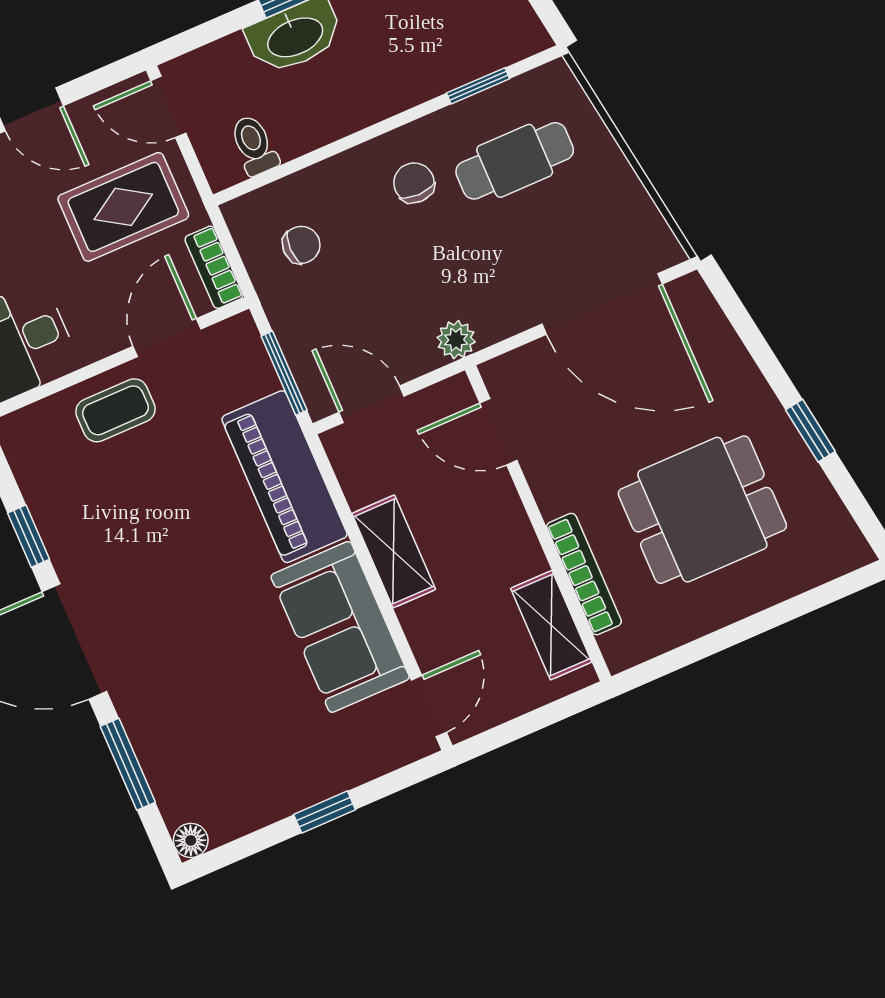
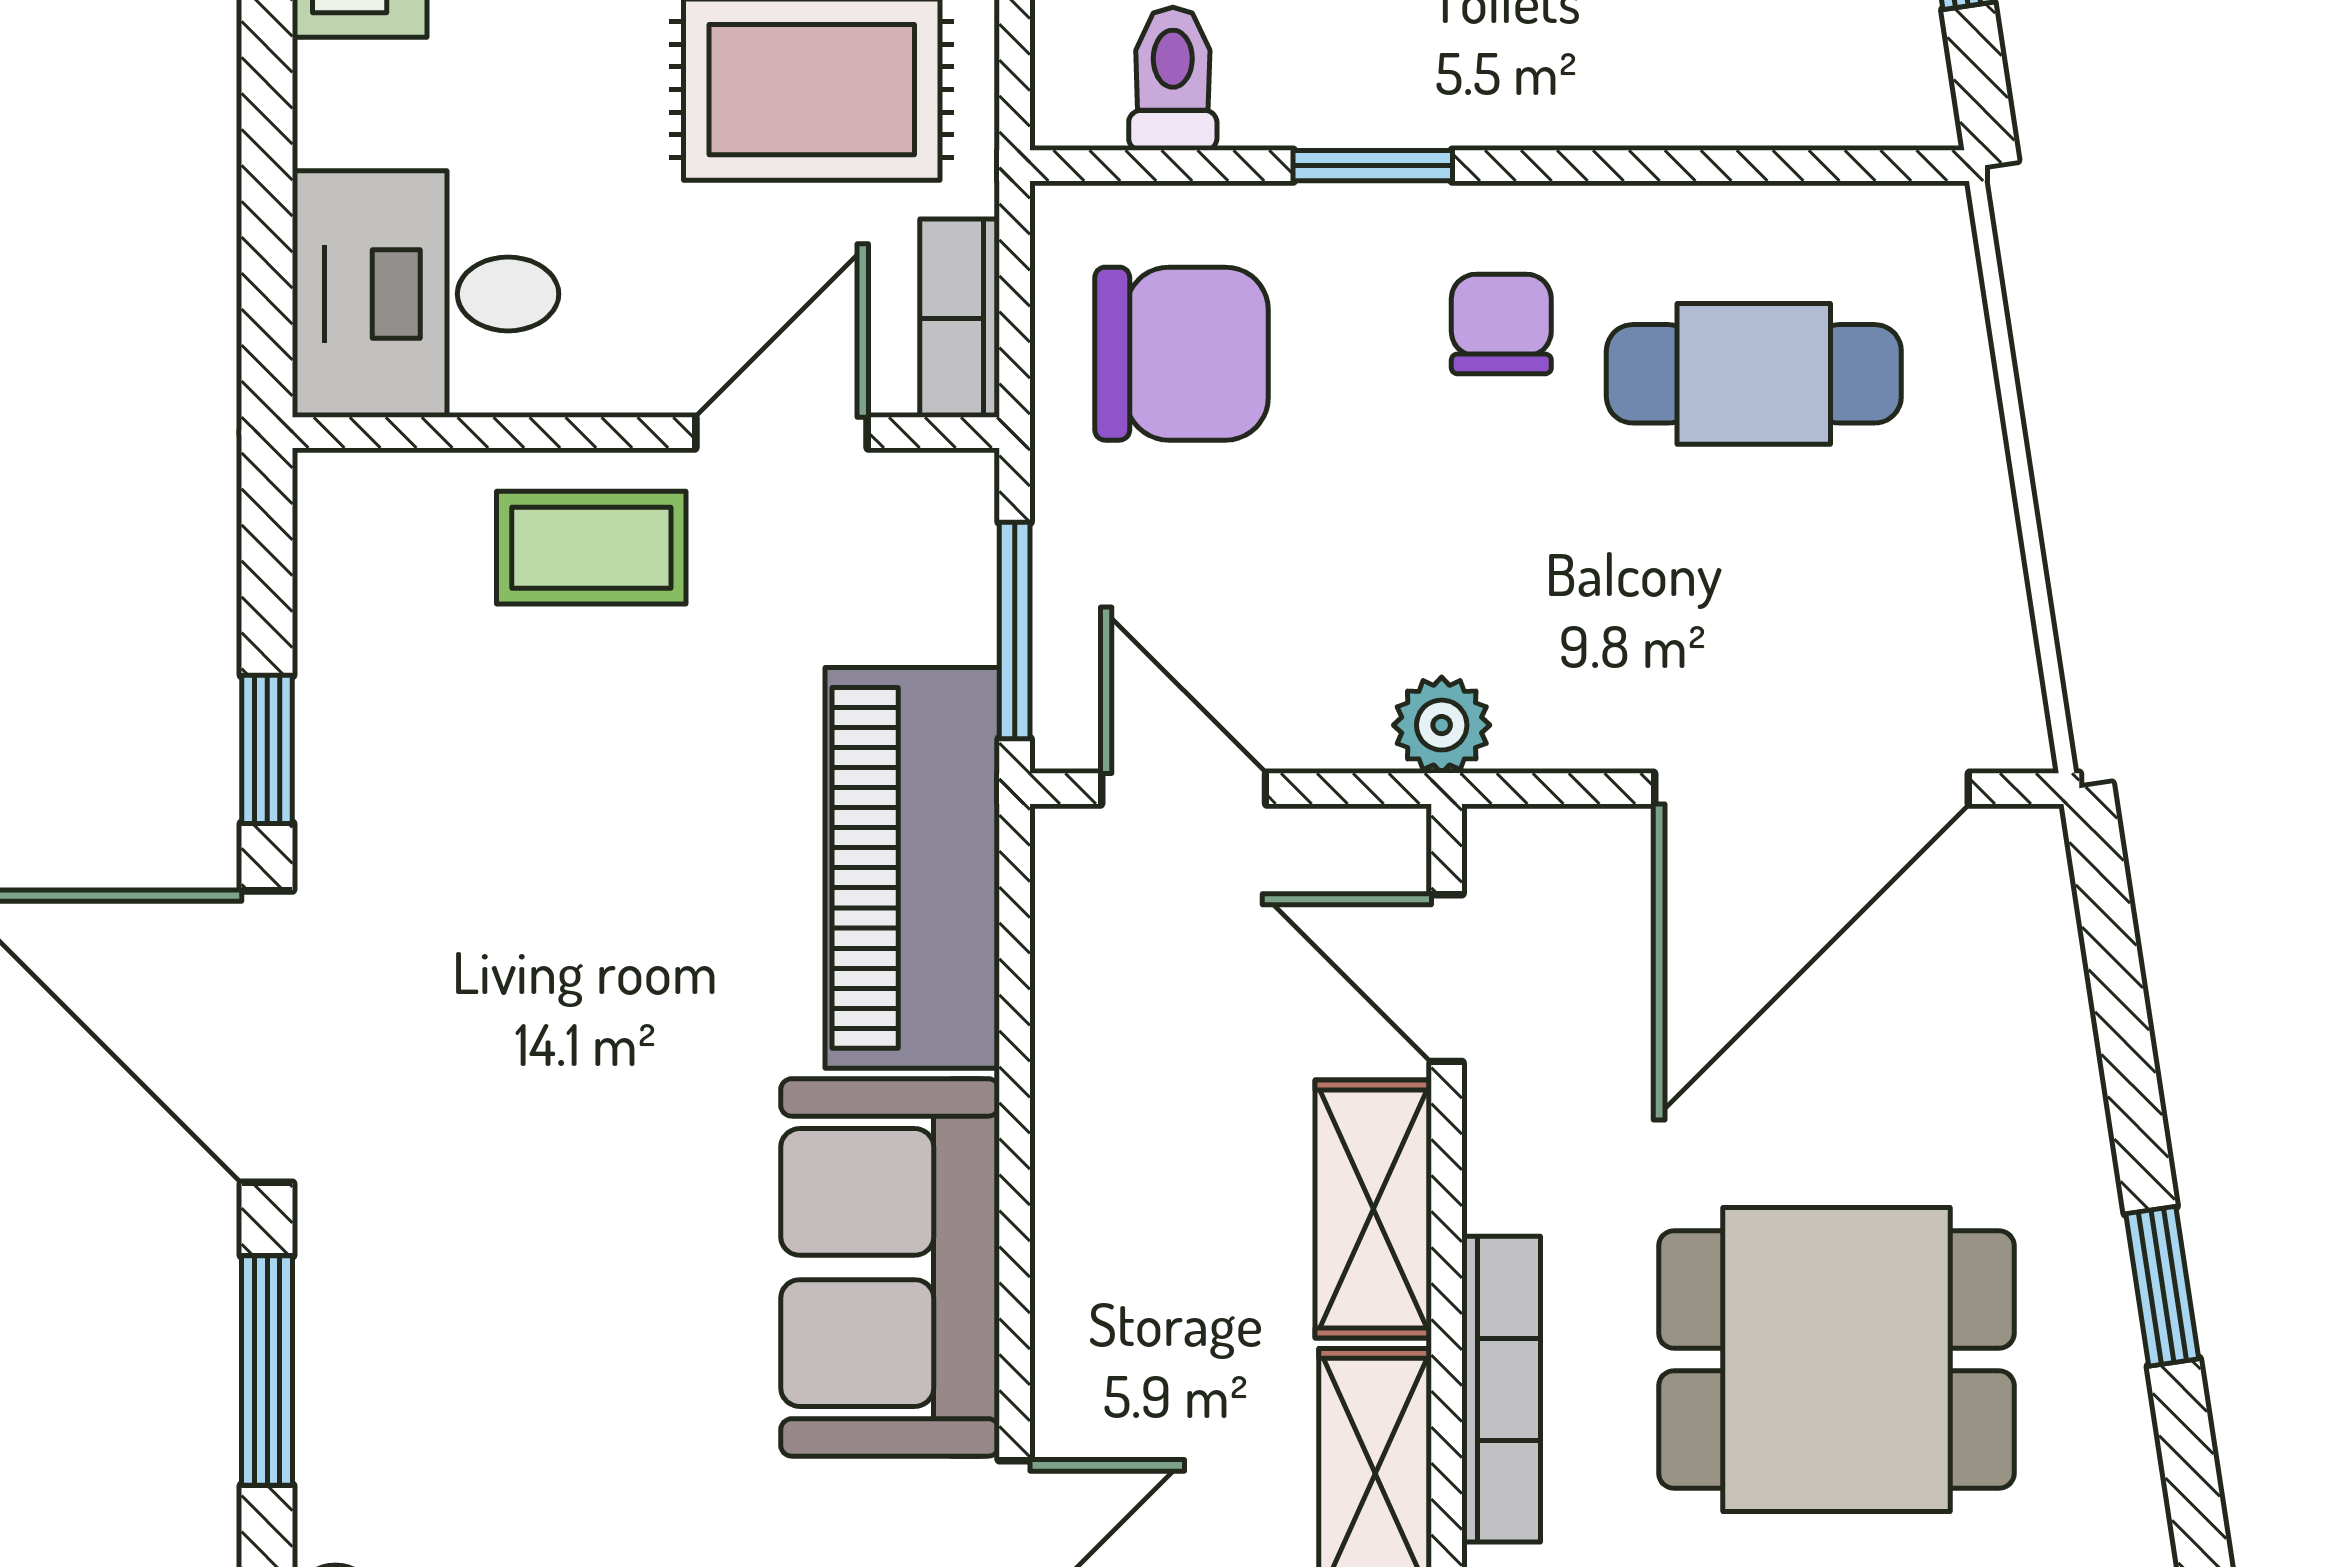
window: (478, 86) -> (1373, 166), moved
chair: (301, 245) -> (1182, 354), width x1.87, depth x1.87
door: (602, 304) -> (1811, 789), hinge flipped
shelving: (394, 551) -> (1373, 1209), moved

